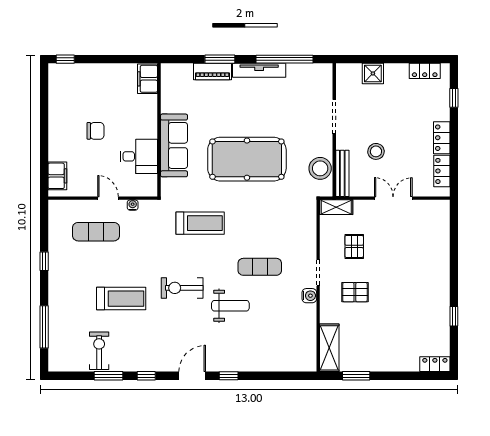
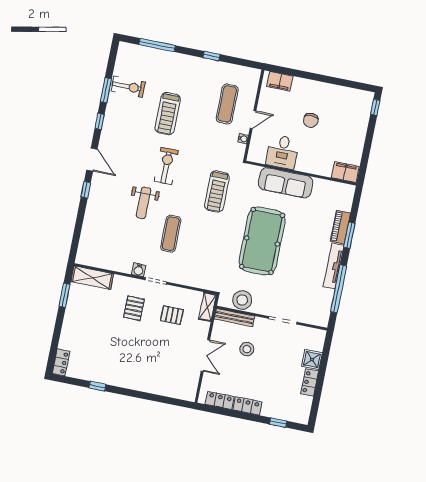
locker: (425, 71) -> (310, 382), moved

